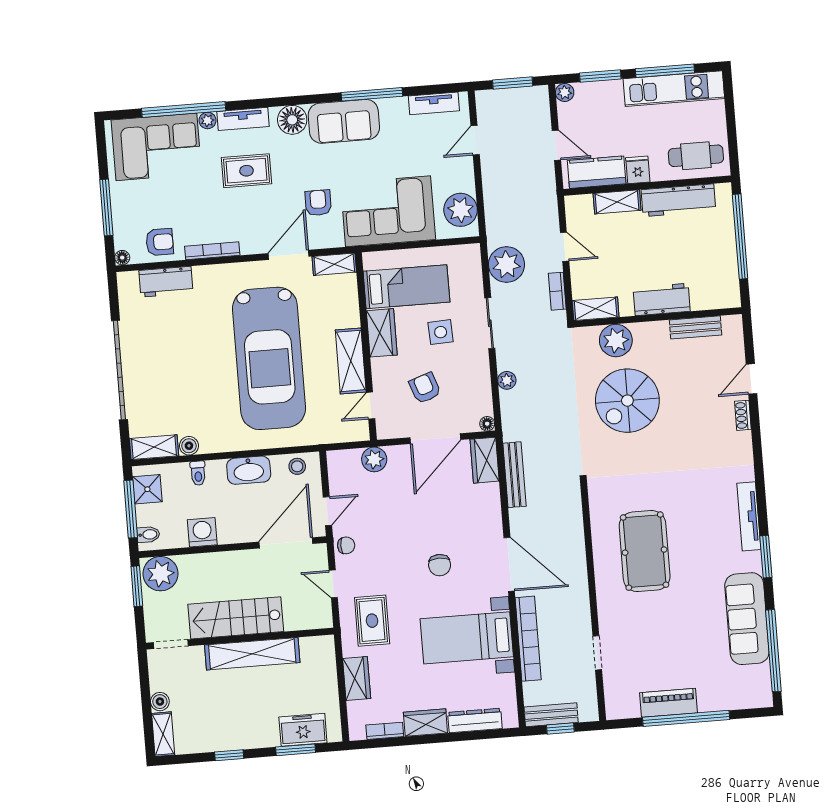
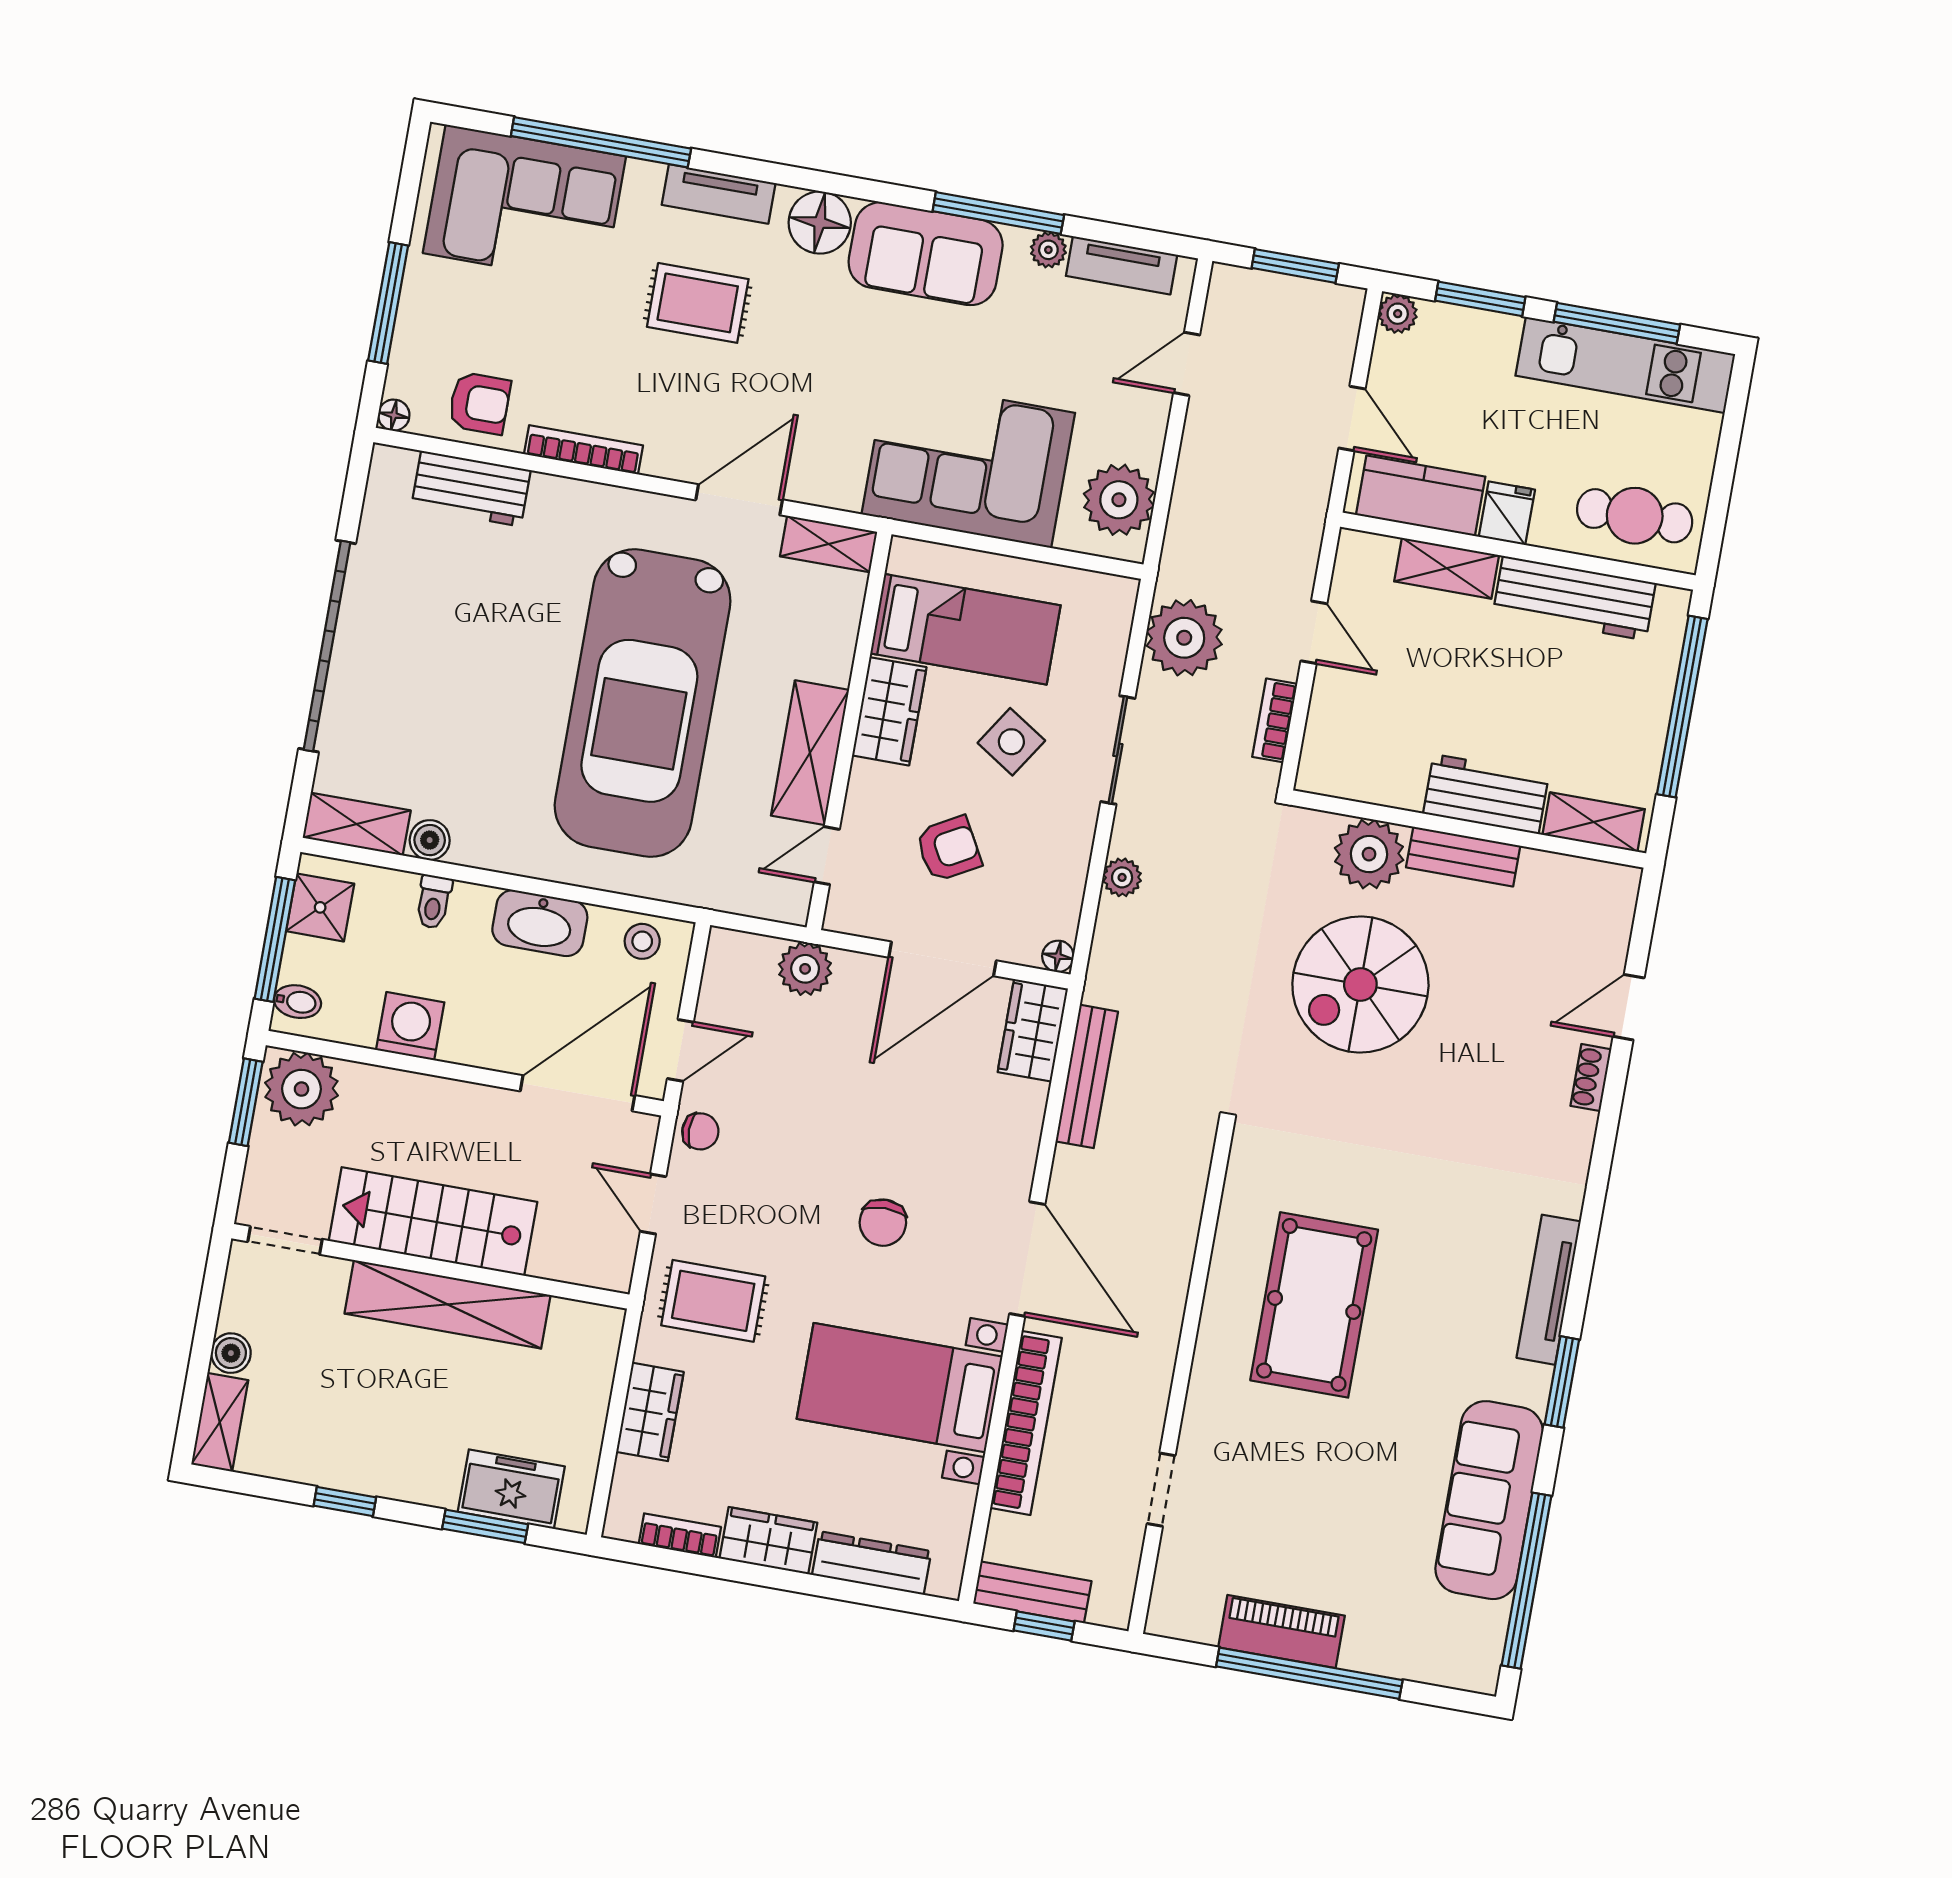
plant: (207, 120) -> (1048, 250), moved
armchair: (318, 203) -> (828, 408), removed
shelving: (596, 309) -> (1594, 822), moved
bench: (696, 327) -> (1463, 857), moved
side table: (441, 332) -> (1011, 742), turned 36
armchair: (425, 388) -> (949, 849), turned 80
rug: (372, 621) -> (713, 1301), turned 90

